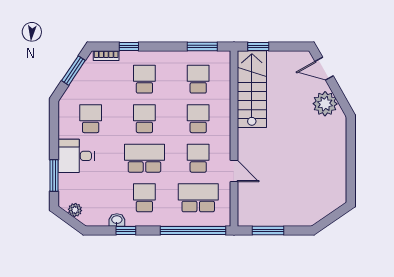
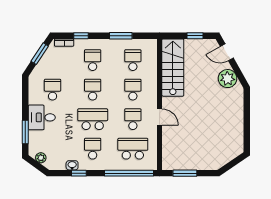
window: (202, 46) -> (121, 36), moved
window: (258, 46) -> (195, 36), moved
door: (234, 171) -> (160, 117), moved

